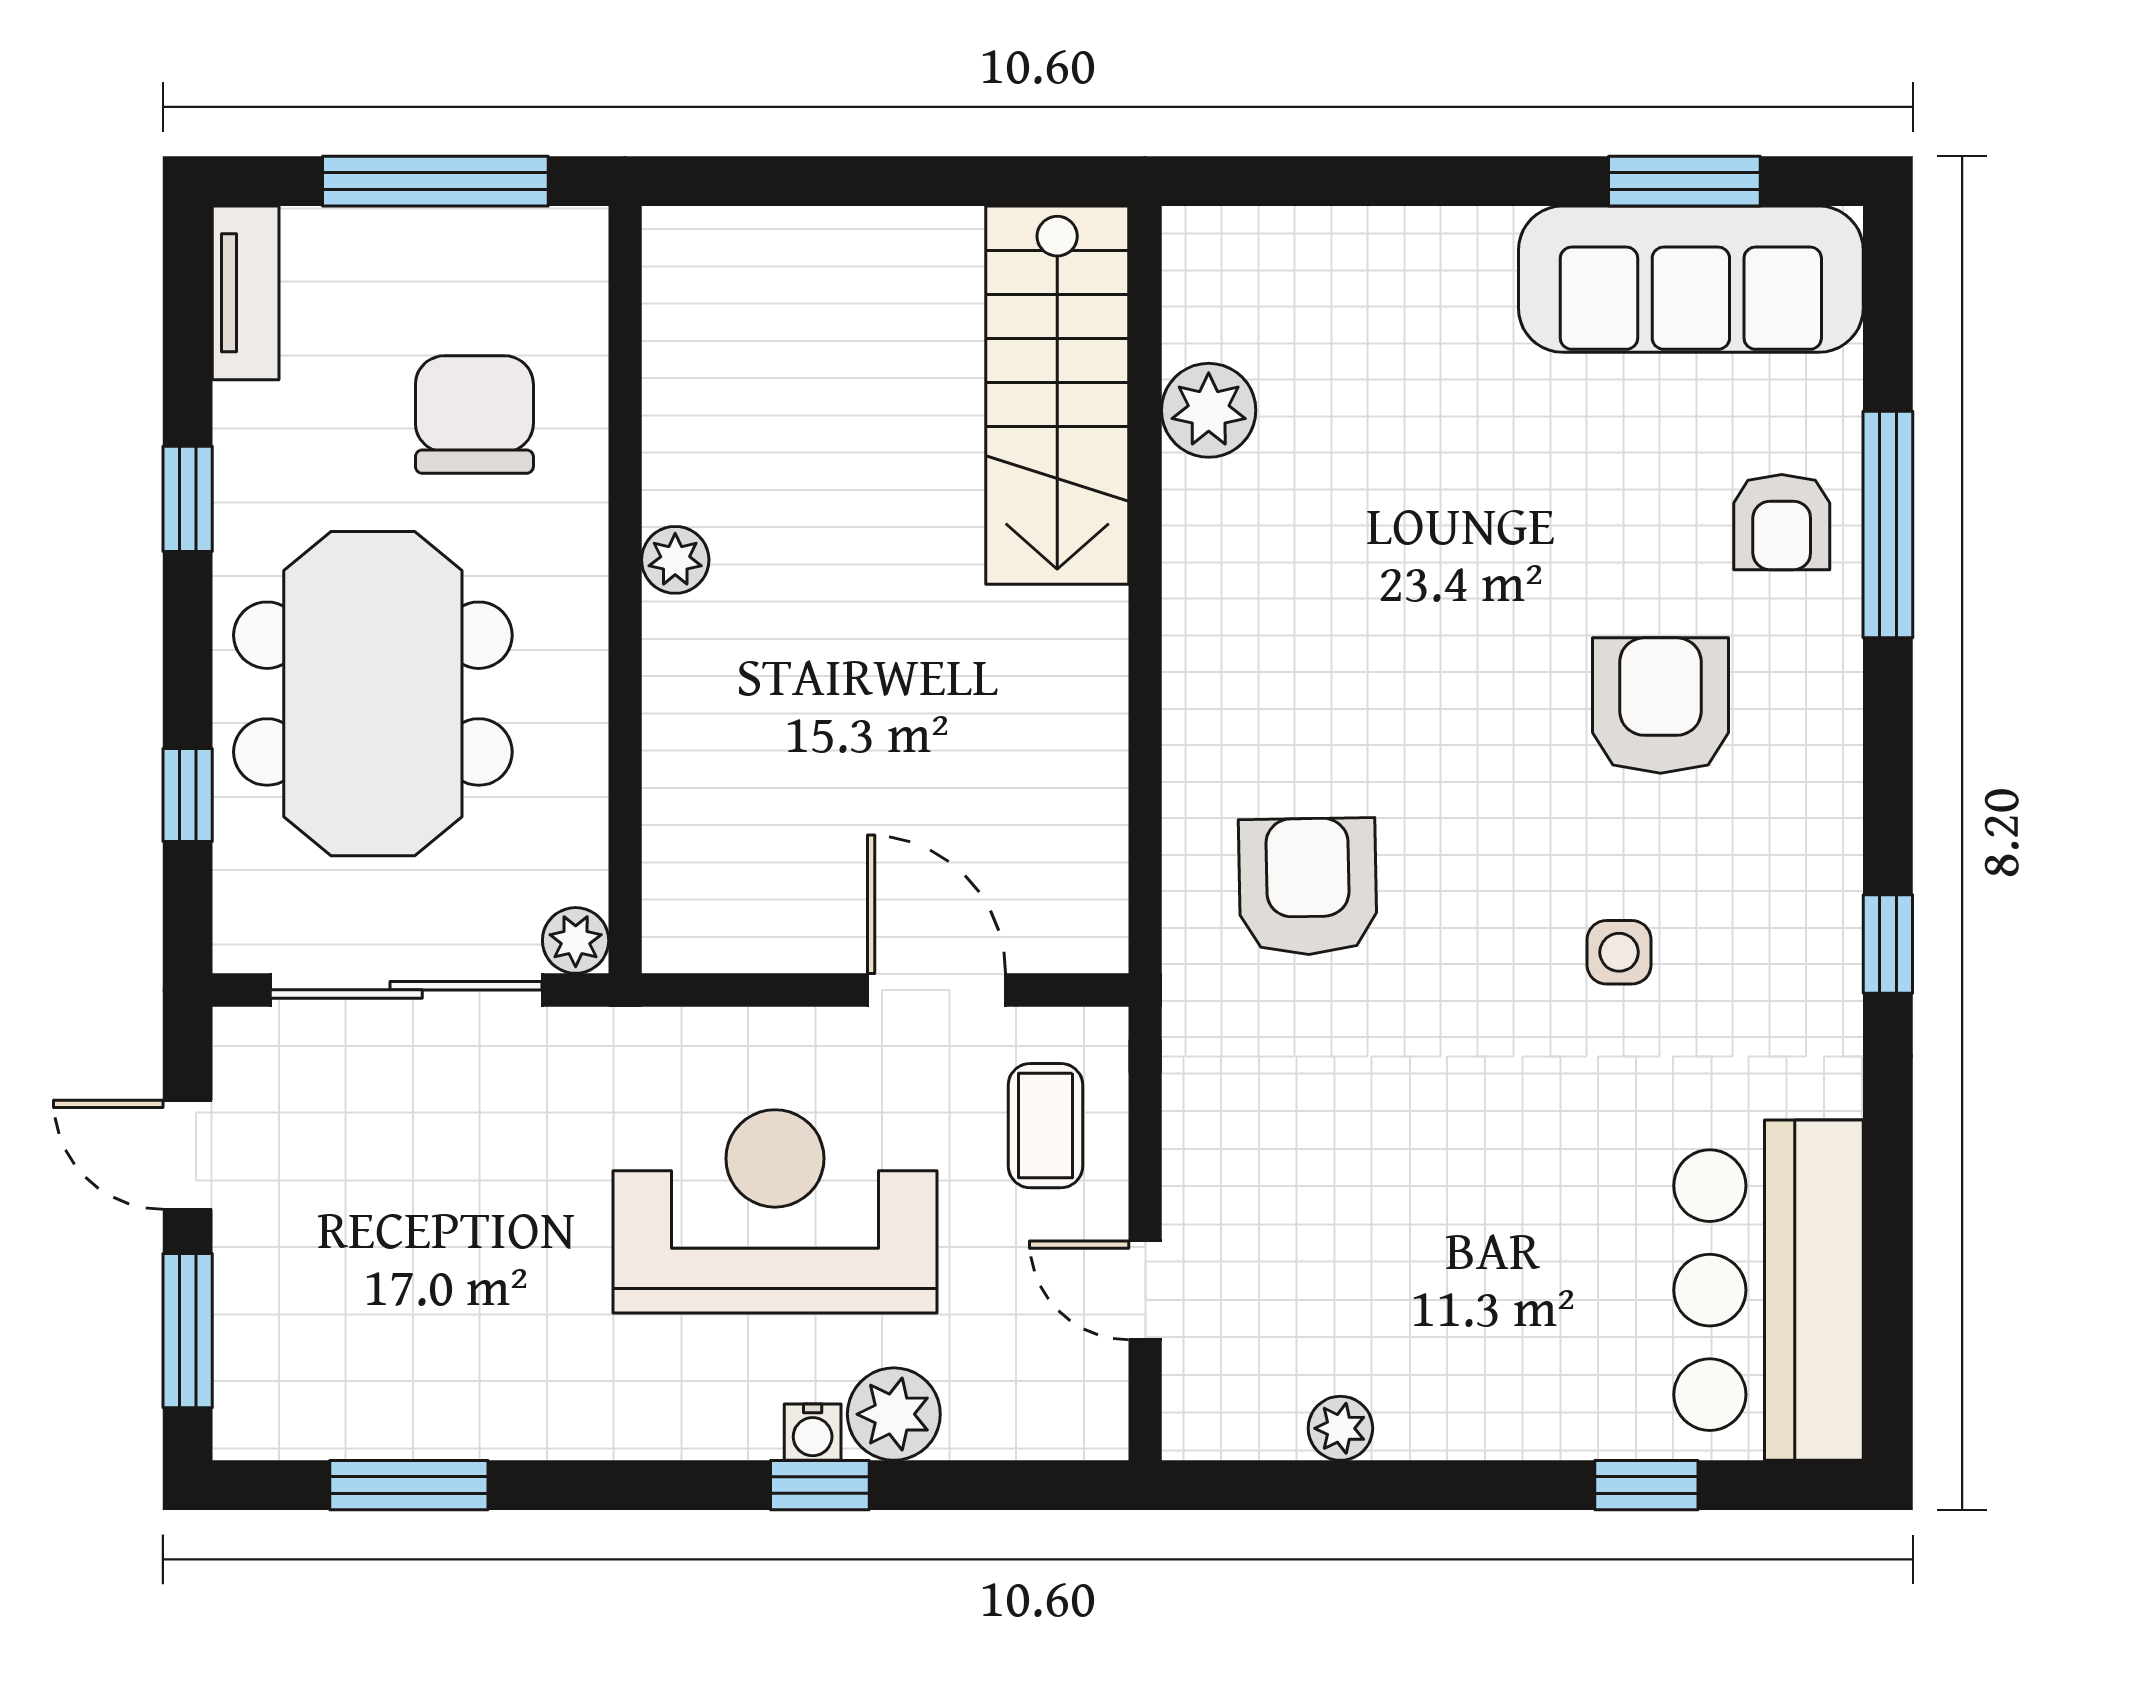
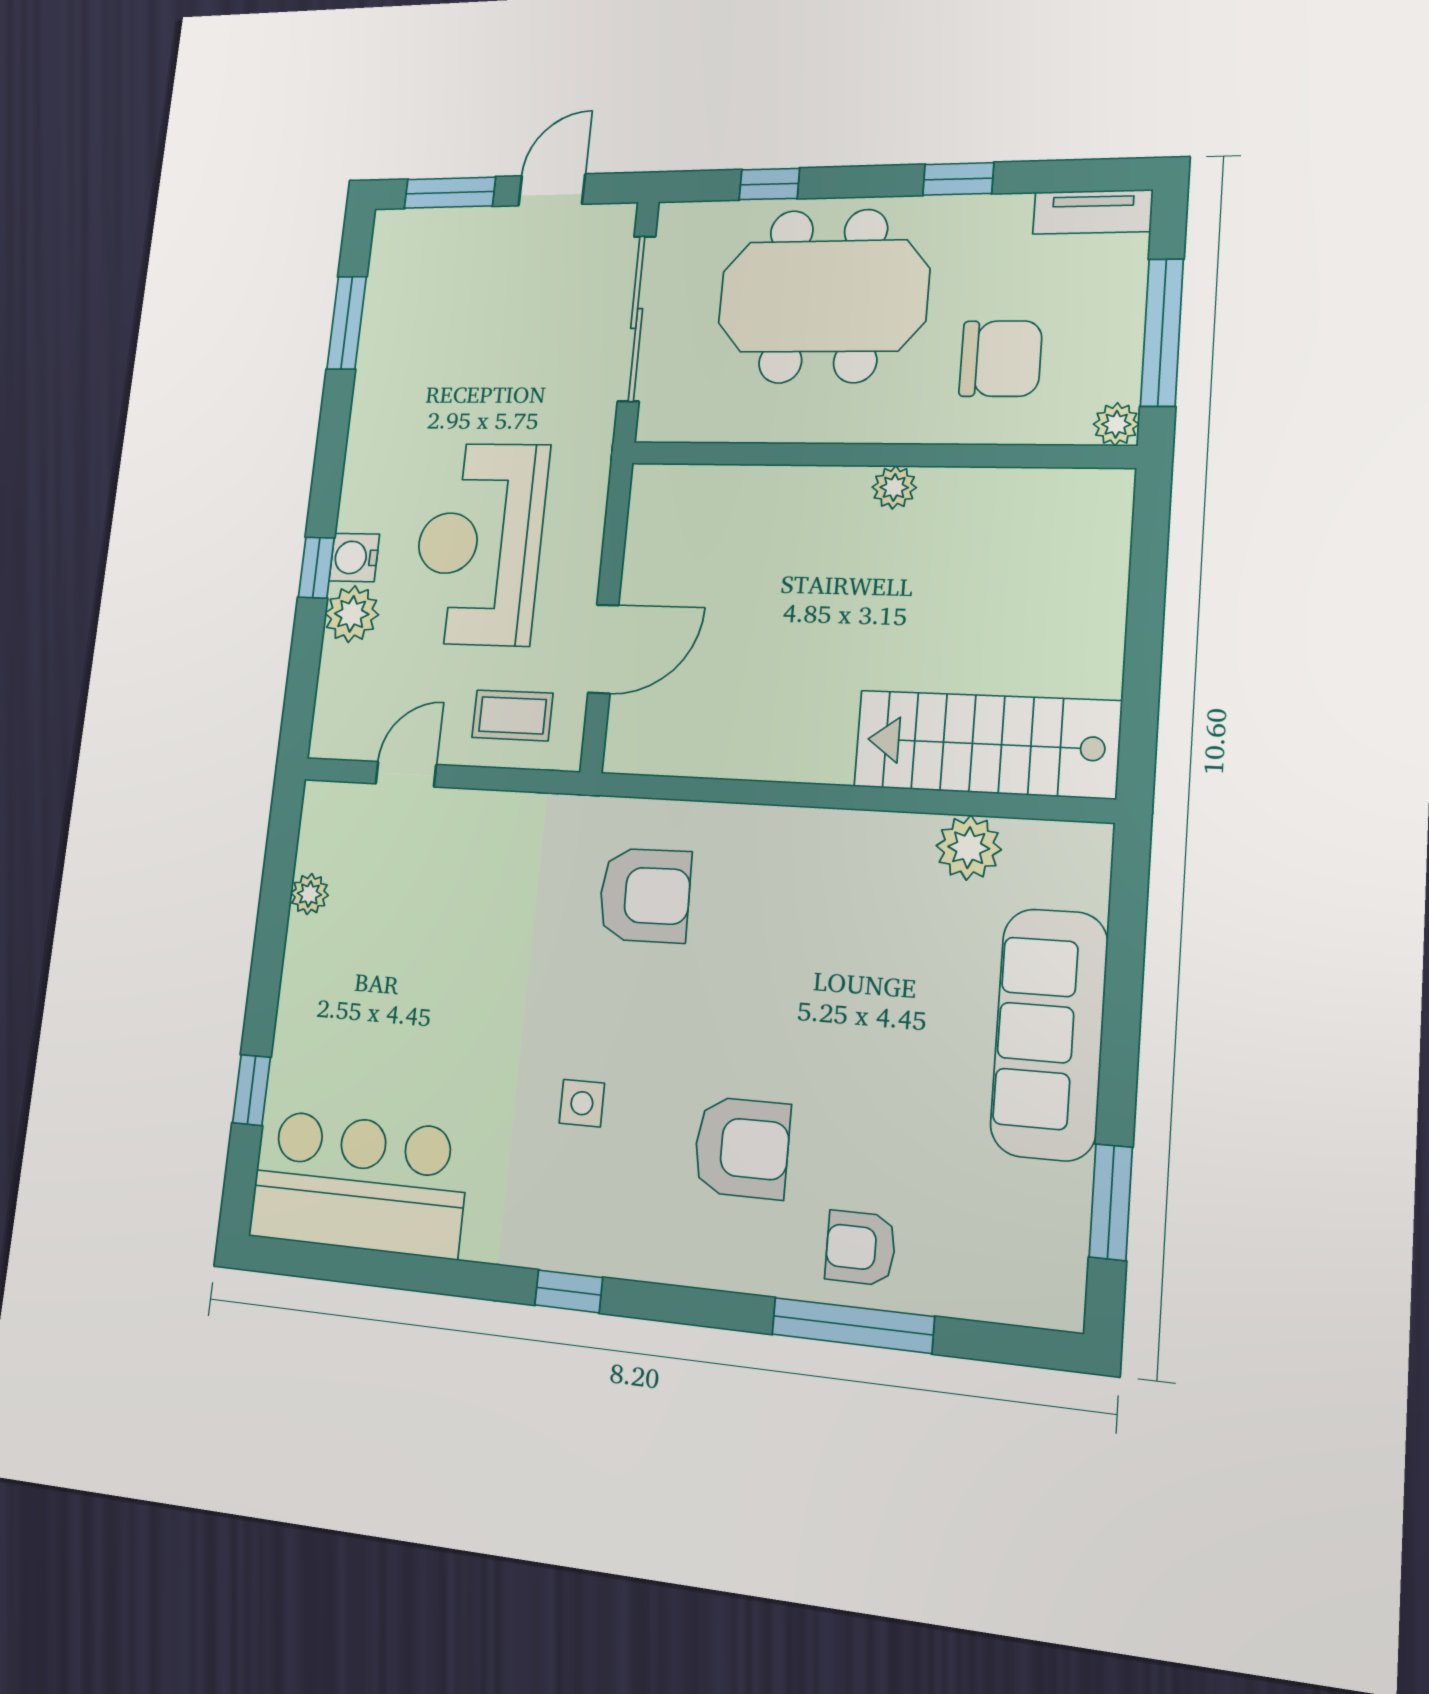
sofa: (1691, 279) -> (1049, 1034), moved
plant: (576, 940) -> (1116, 424), moved
reception desk: (775, 1211) -> (479, 544), turned 180
water cooler: (813, 1432) -> (354, 558), width x1.38, depth x1.38

